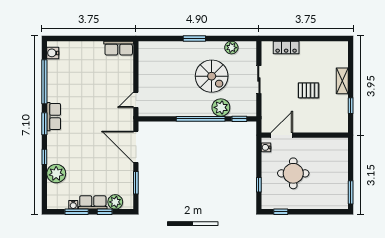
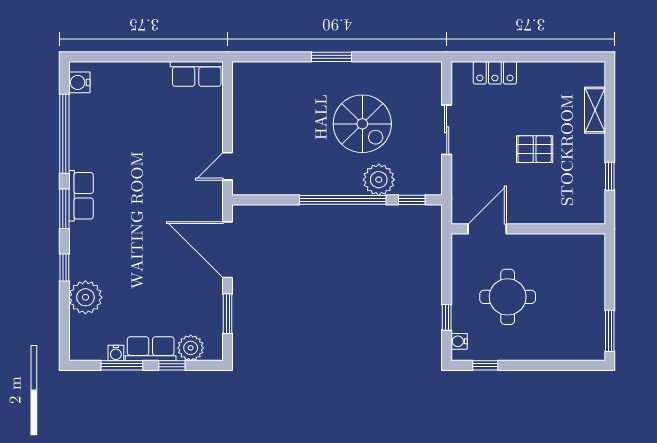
plant: (231, 48) -> (397, 73), removed
shelving: (342, 81) -> (595, 110), moved
water cooler: (266, 147) -> (459, 341), moved

